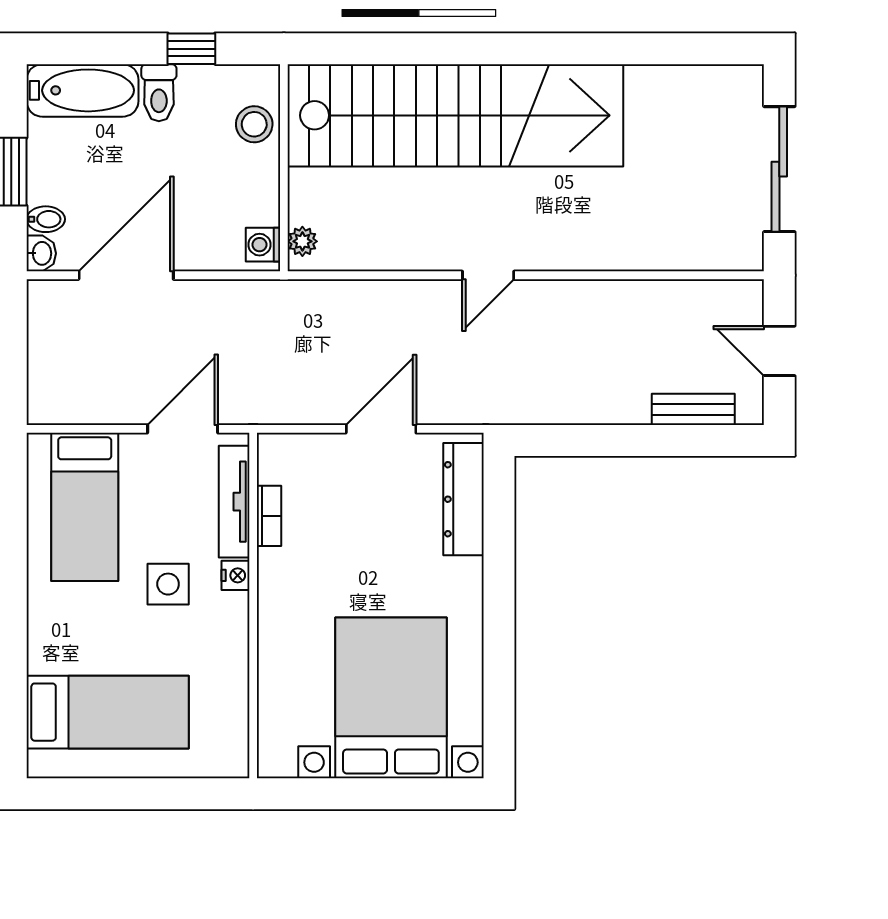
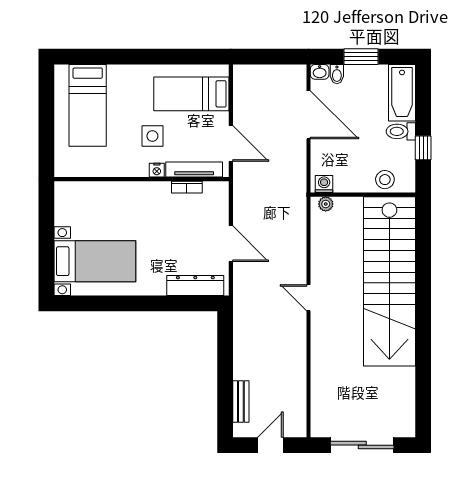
bed with nightstands: (391, 698) -> (95, 261), width x0.73

